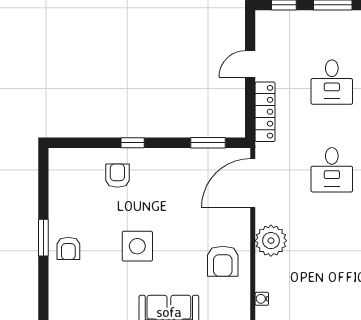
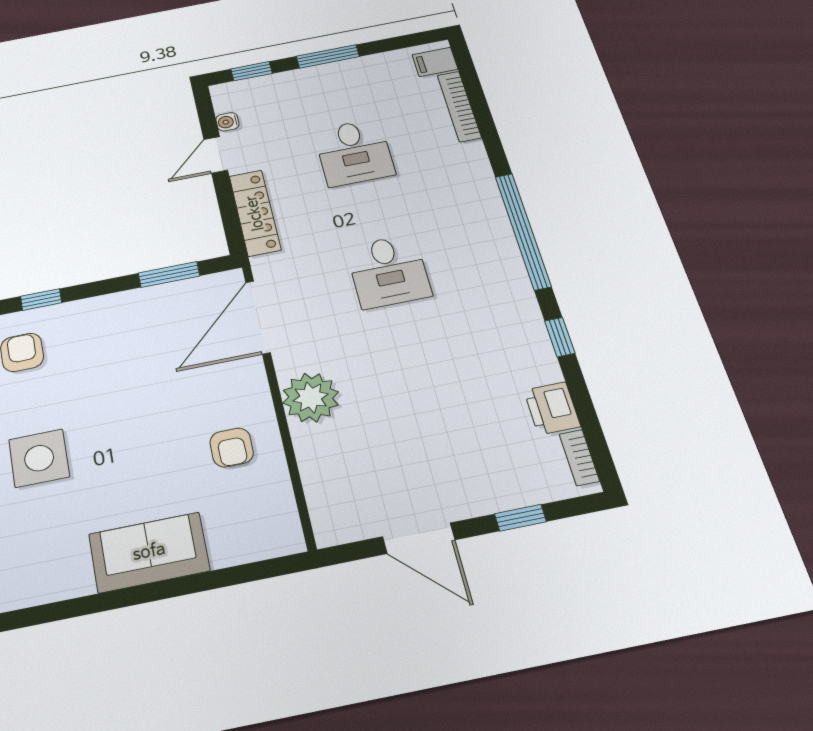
side table: (137, 246) -> (39, 458), moved
armchair: (223, 261) -> (232, 447), width x0.72, depth x0.72
water cooler: (262, 299) -> (227, 122), moved

